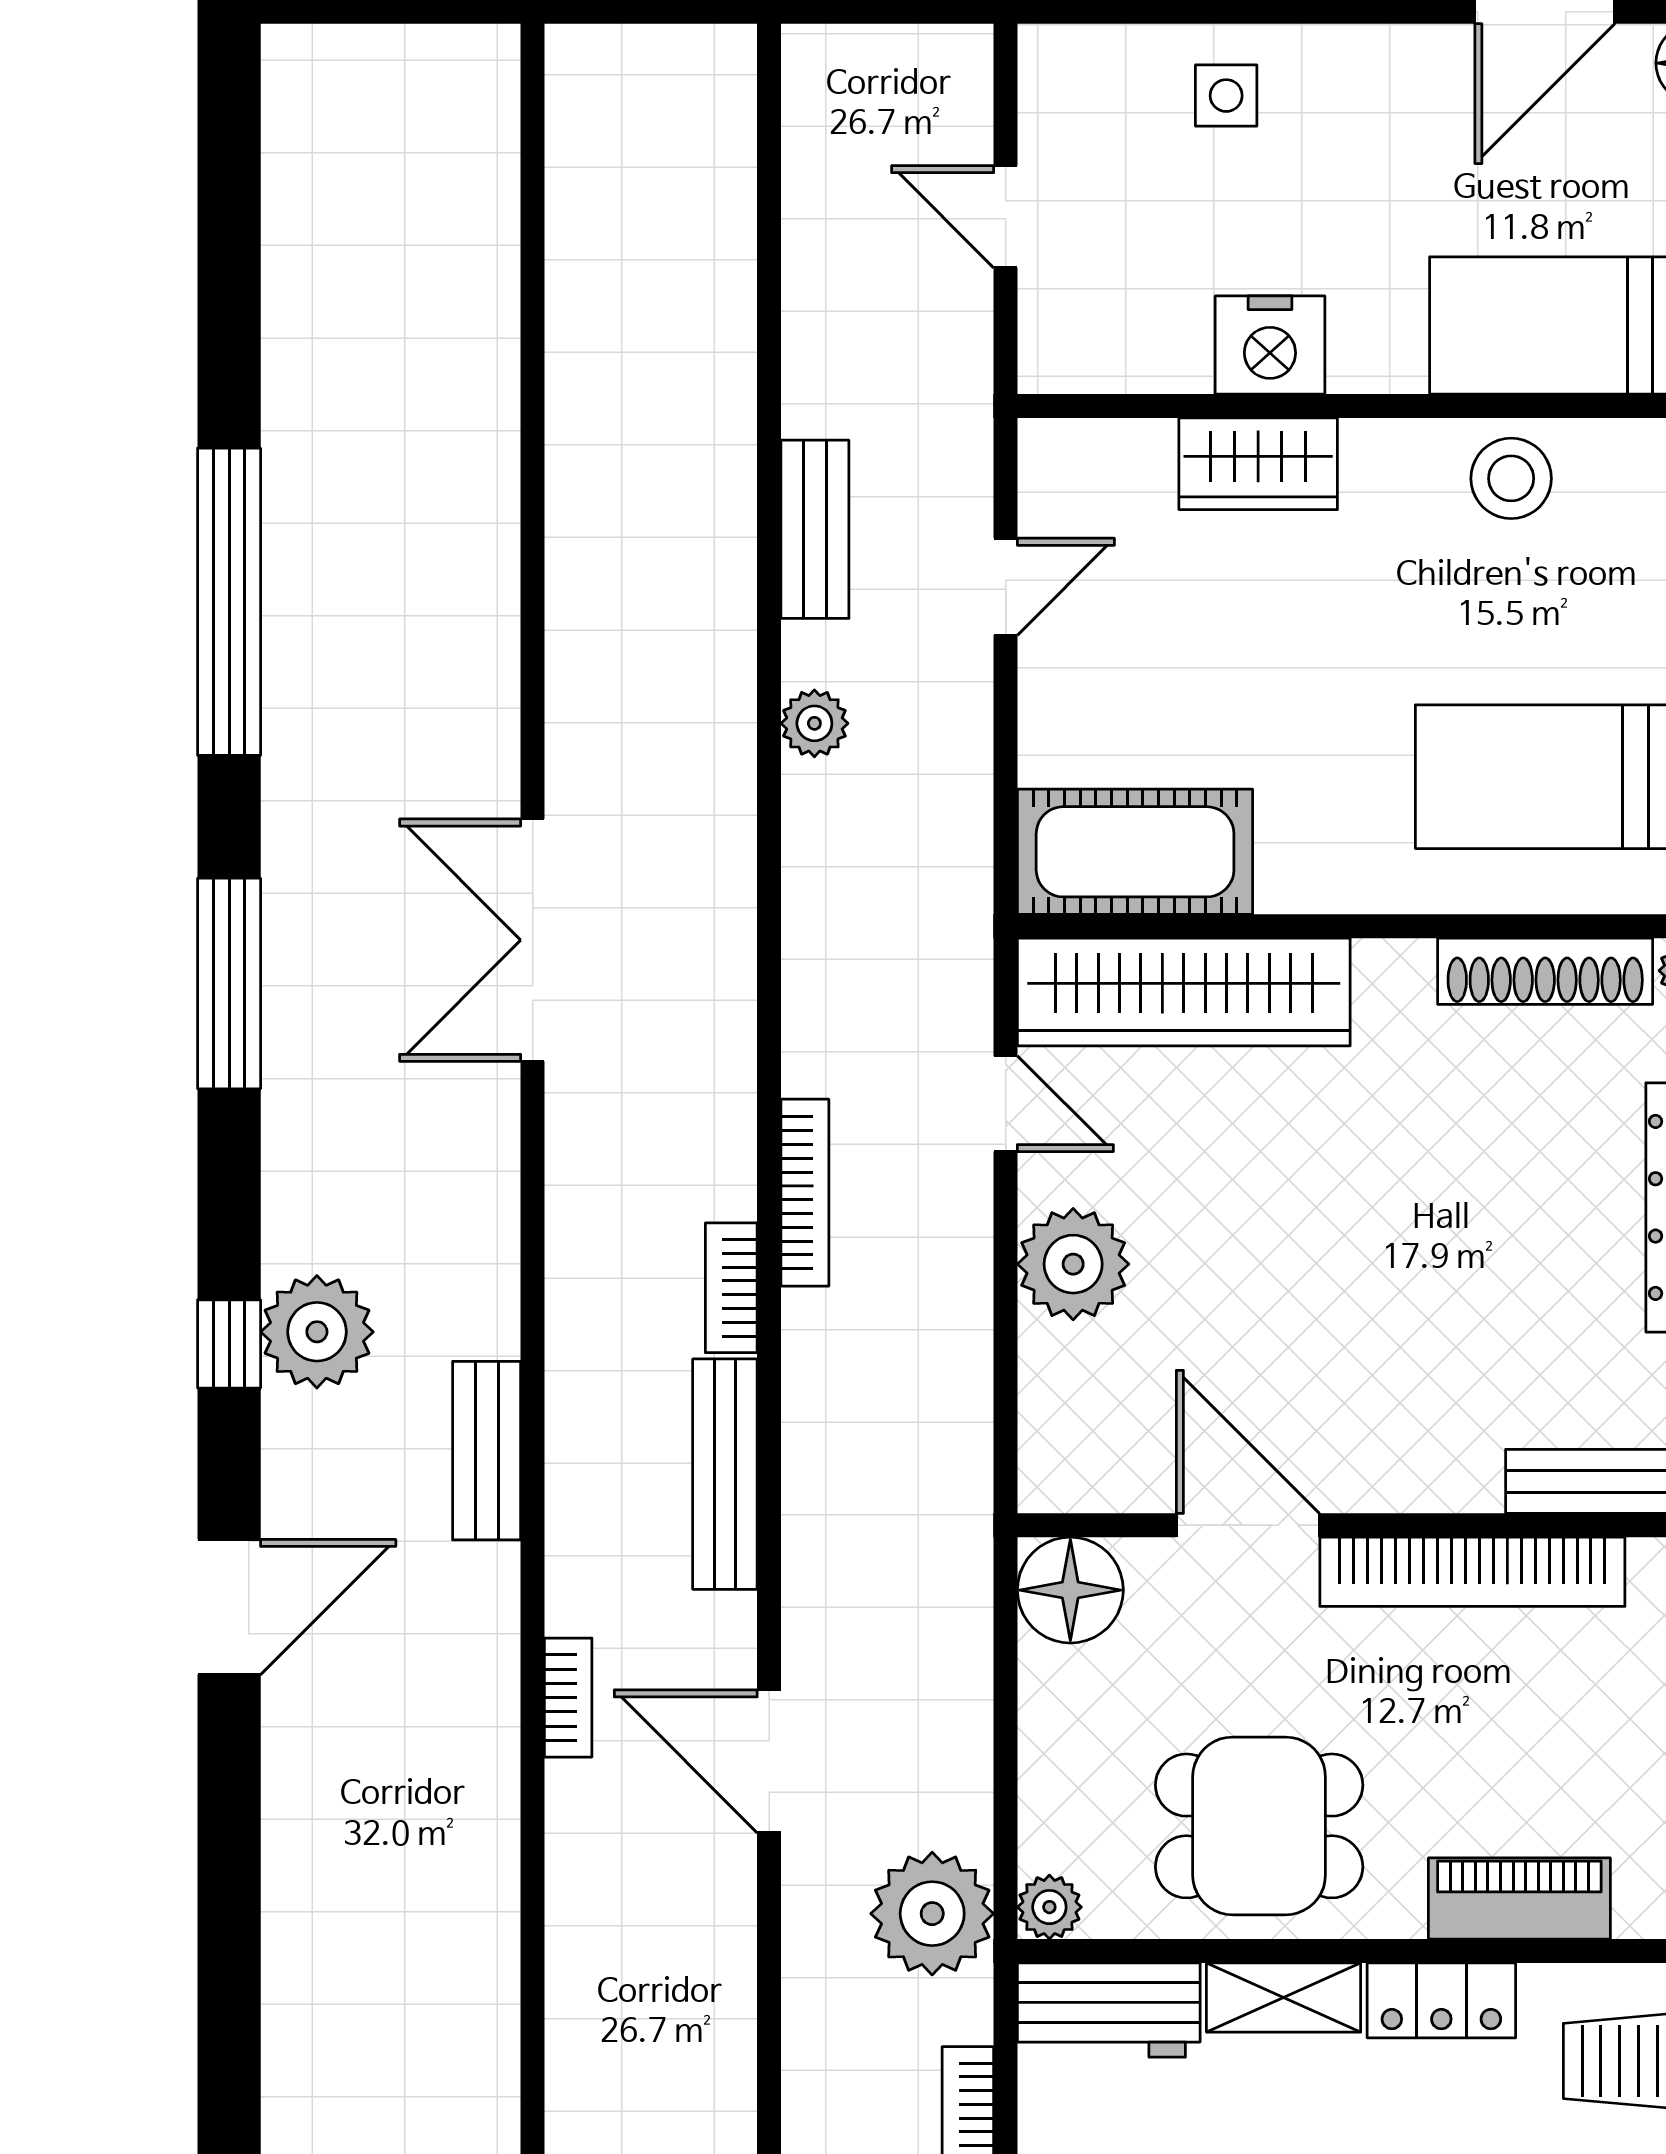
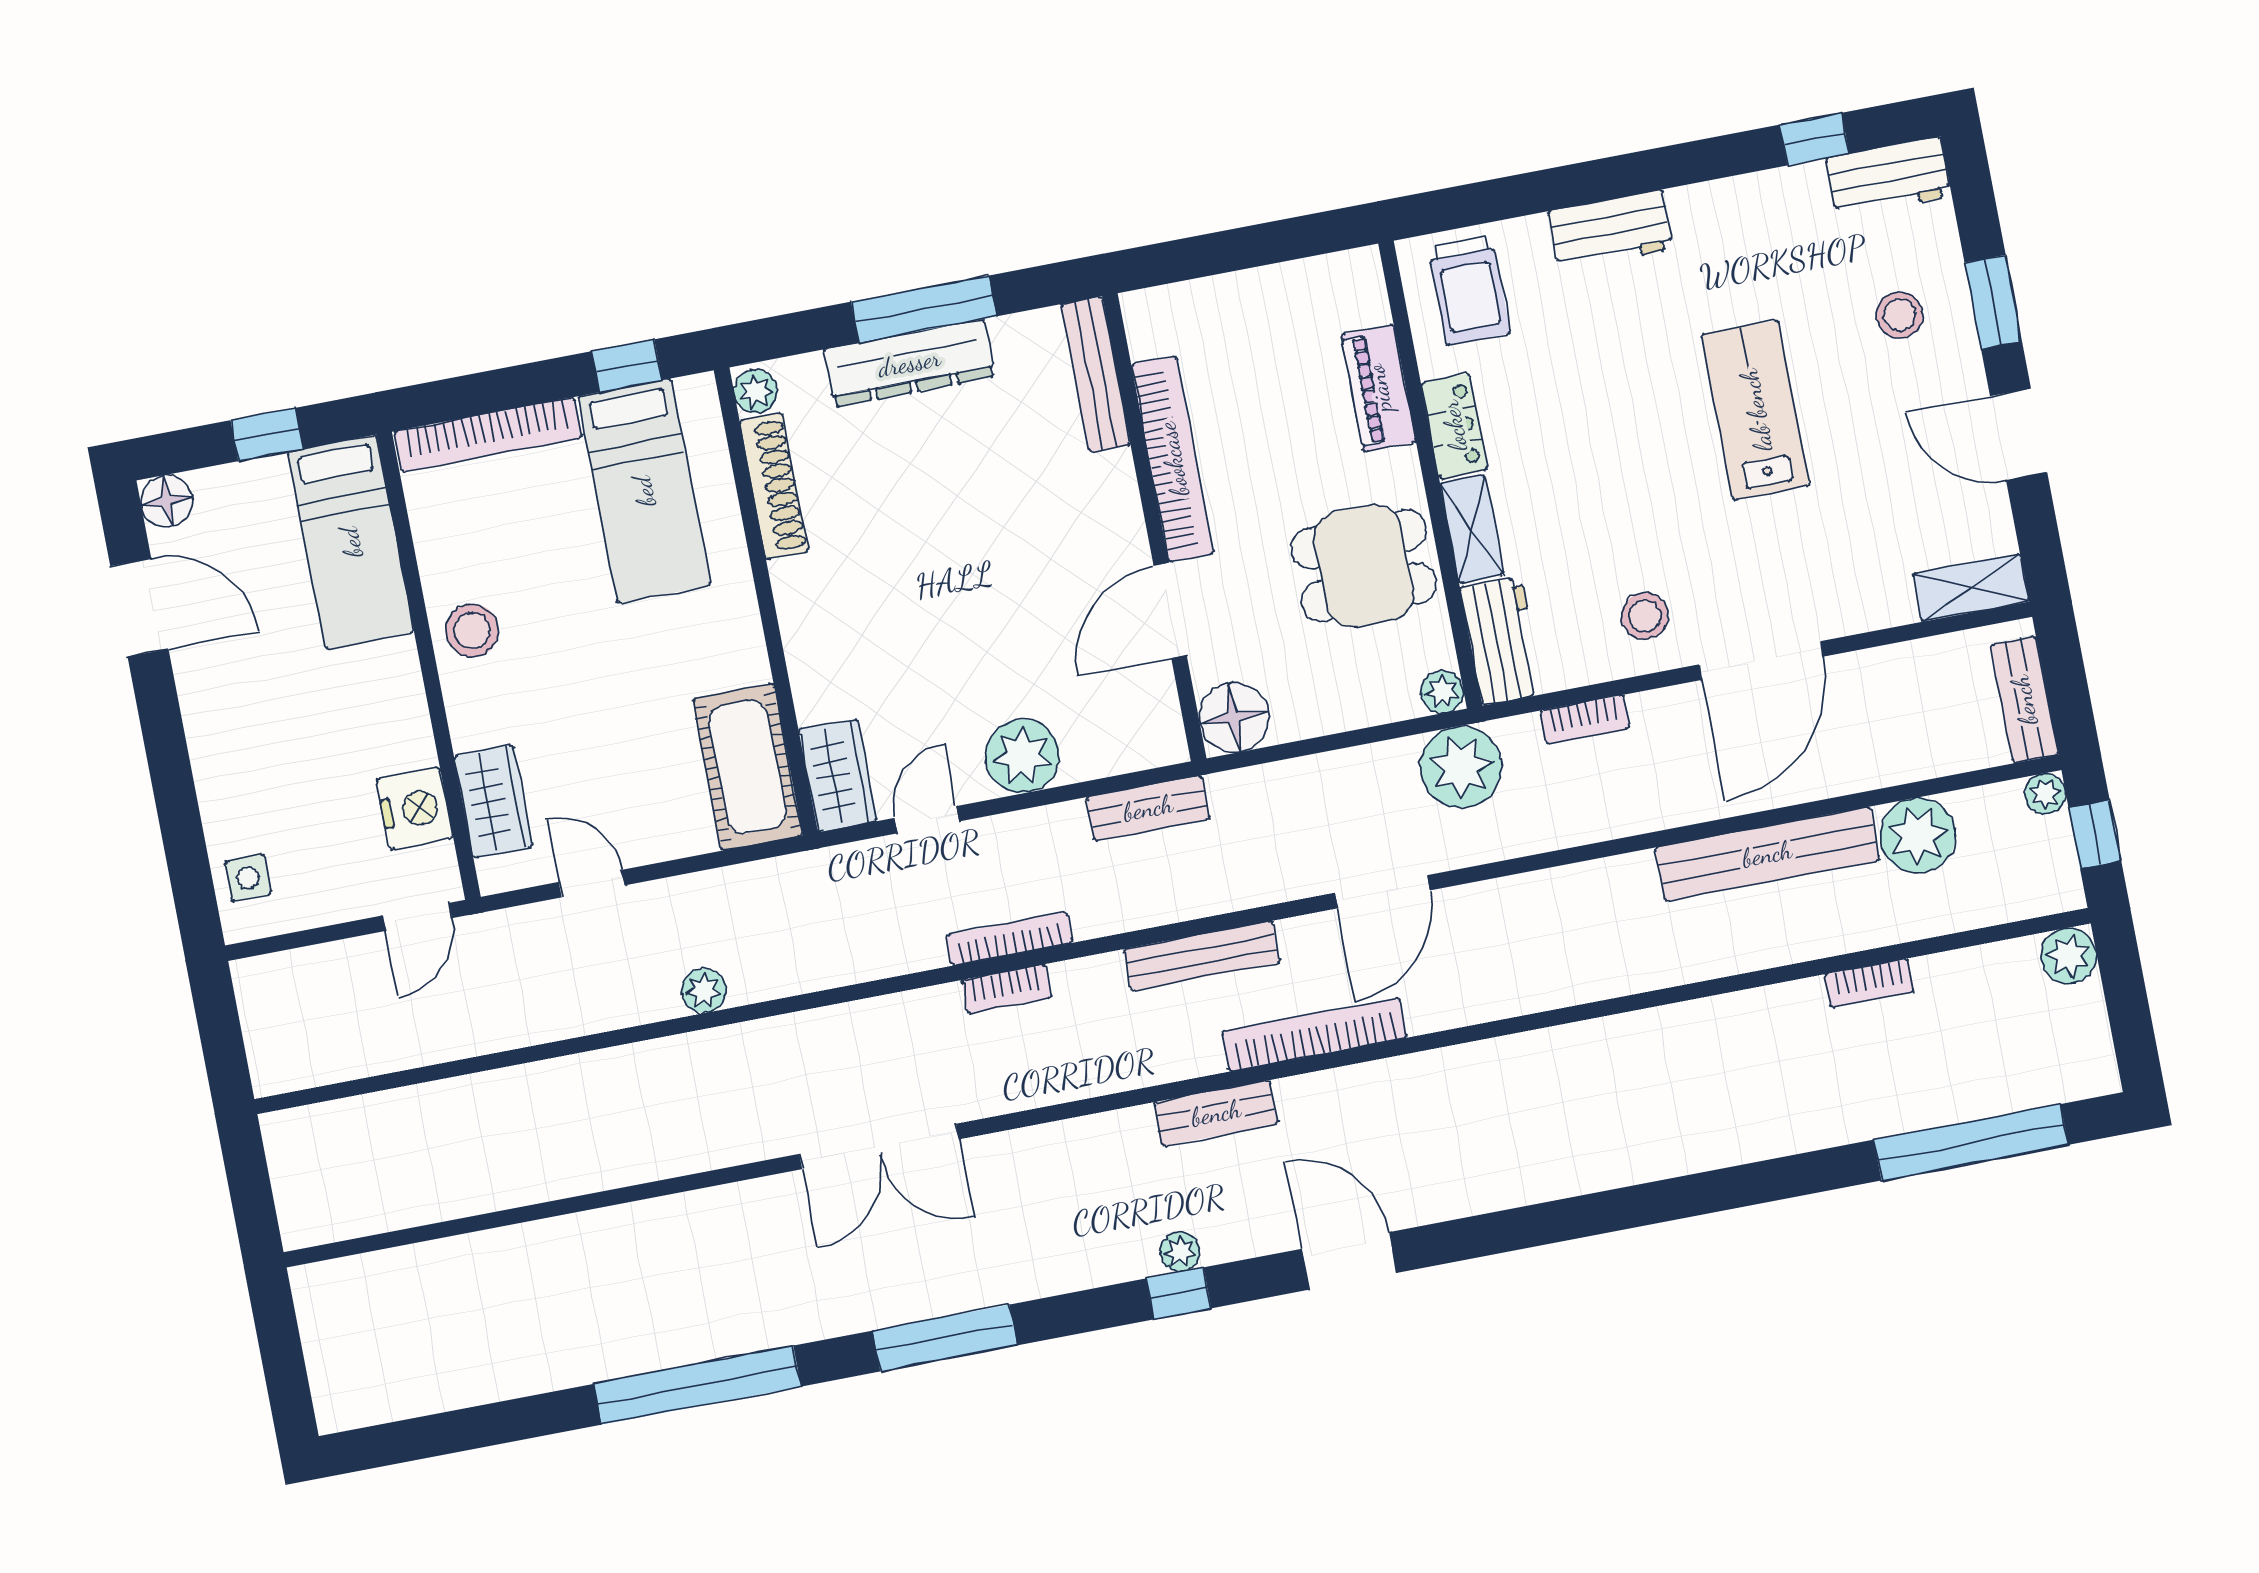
side table: (1226, 96) -> (248, 878), moved
door: (1006, 217) -> (418, 917), moved
nightstand: (1270, 345) -> (415, 809), moved
wardrobe: (1258, 464) -> (493, 801), moved
stool: (1511, 478) -> (472, 631), moved
bench: (815, 529) -> (1148, 808), moved
wardrobe: (1184, 992) -> (838, 775), width x0.48, depth x0.85
bookcase: (731, 1288) -> (1007, 989), moved
plant: (317, 1332) -> (1180, 1252), width x0.53, depth x0.53
bookcase: (568, 1698) -> (1314, 1035), width x2.31, depth x1.31
dining table: (1259, 1826) -> (1364, 566), turned 90

